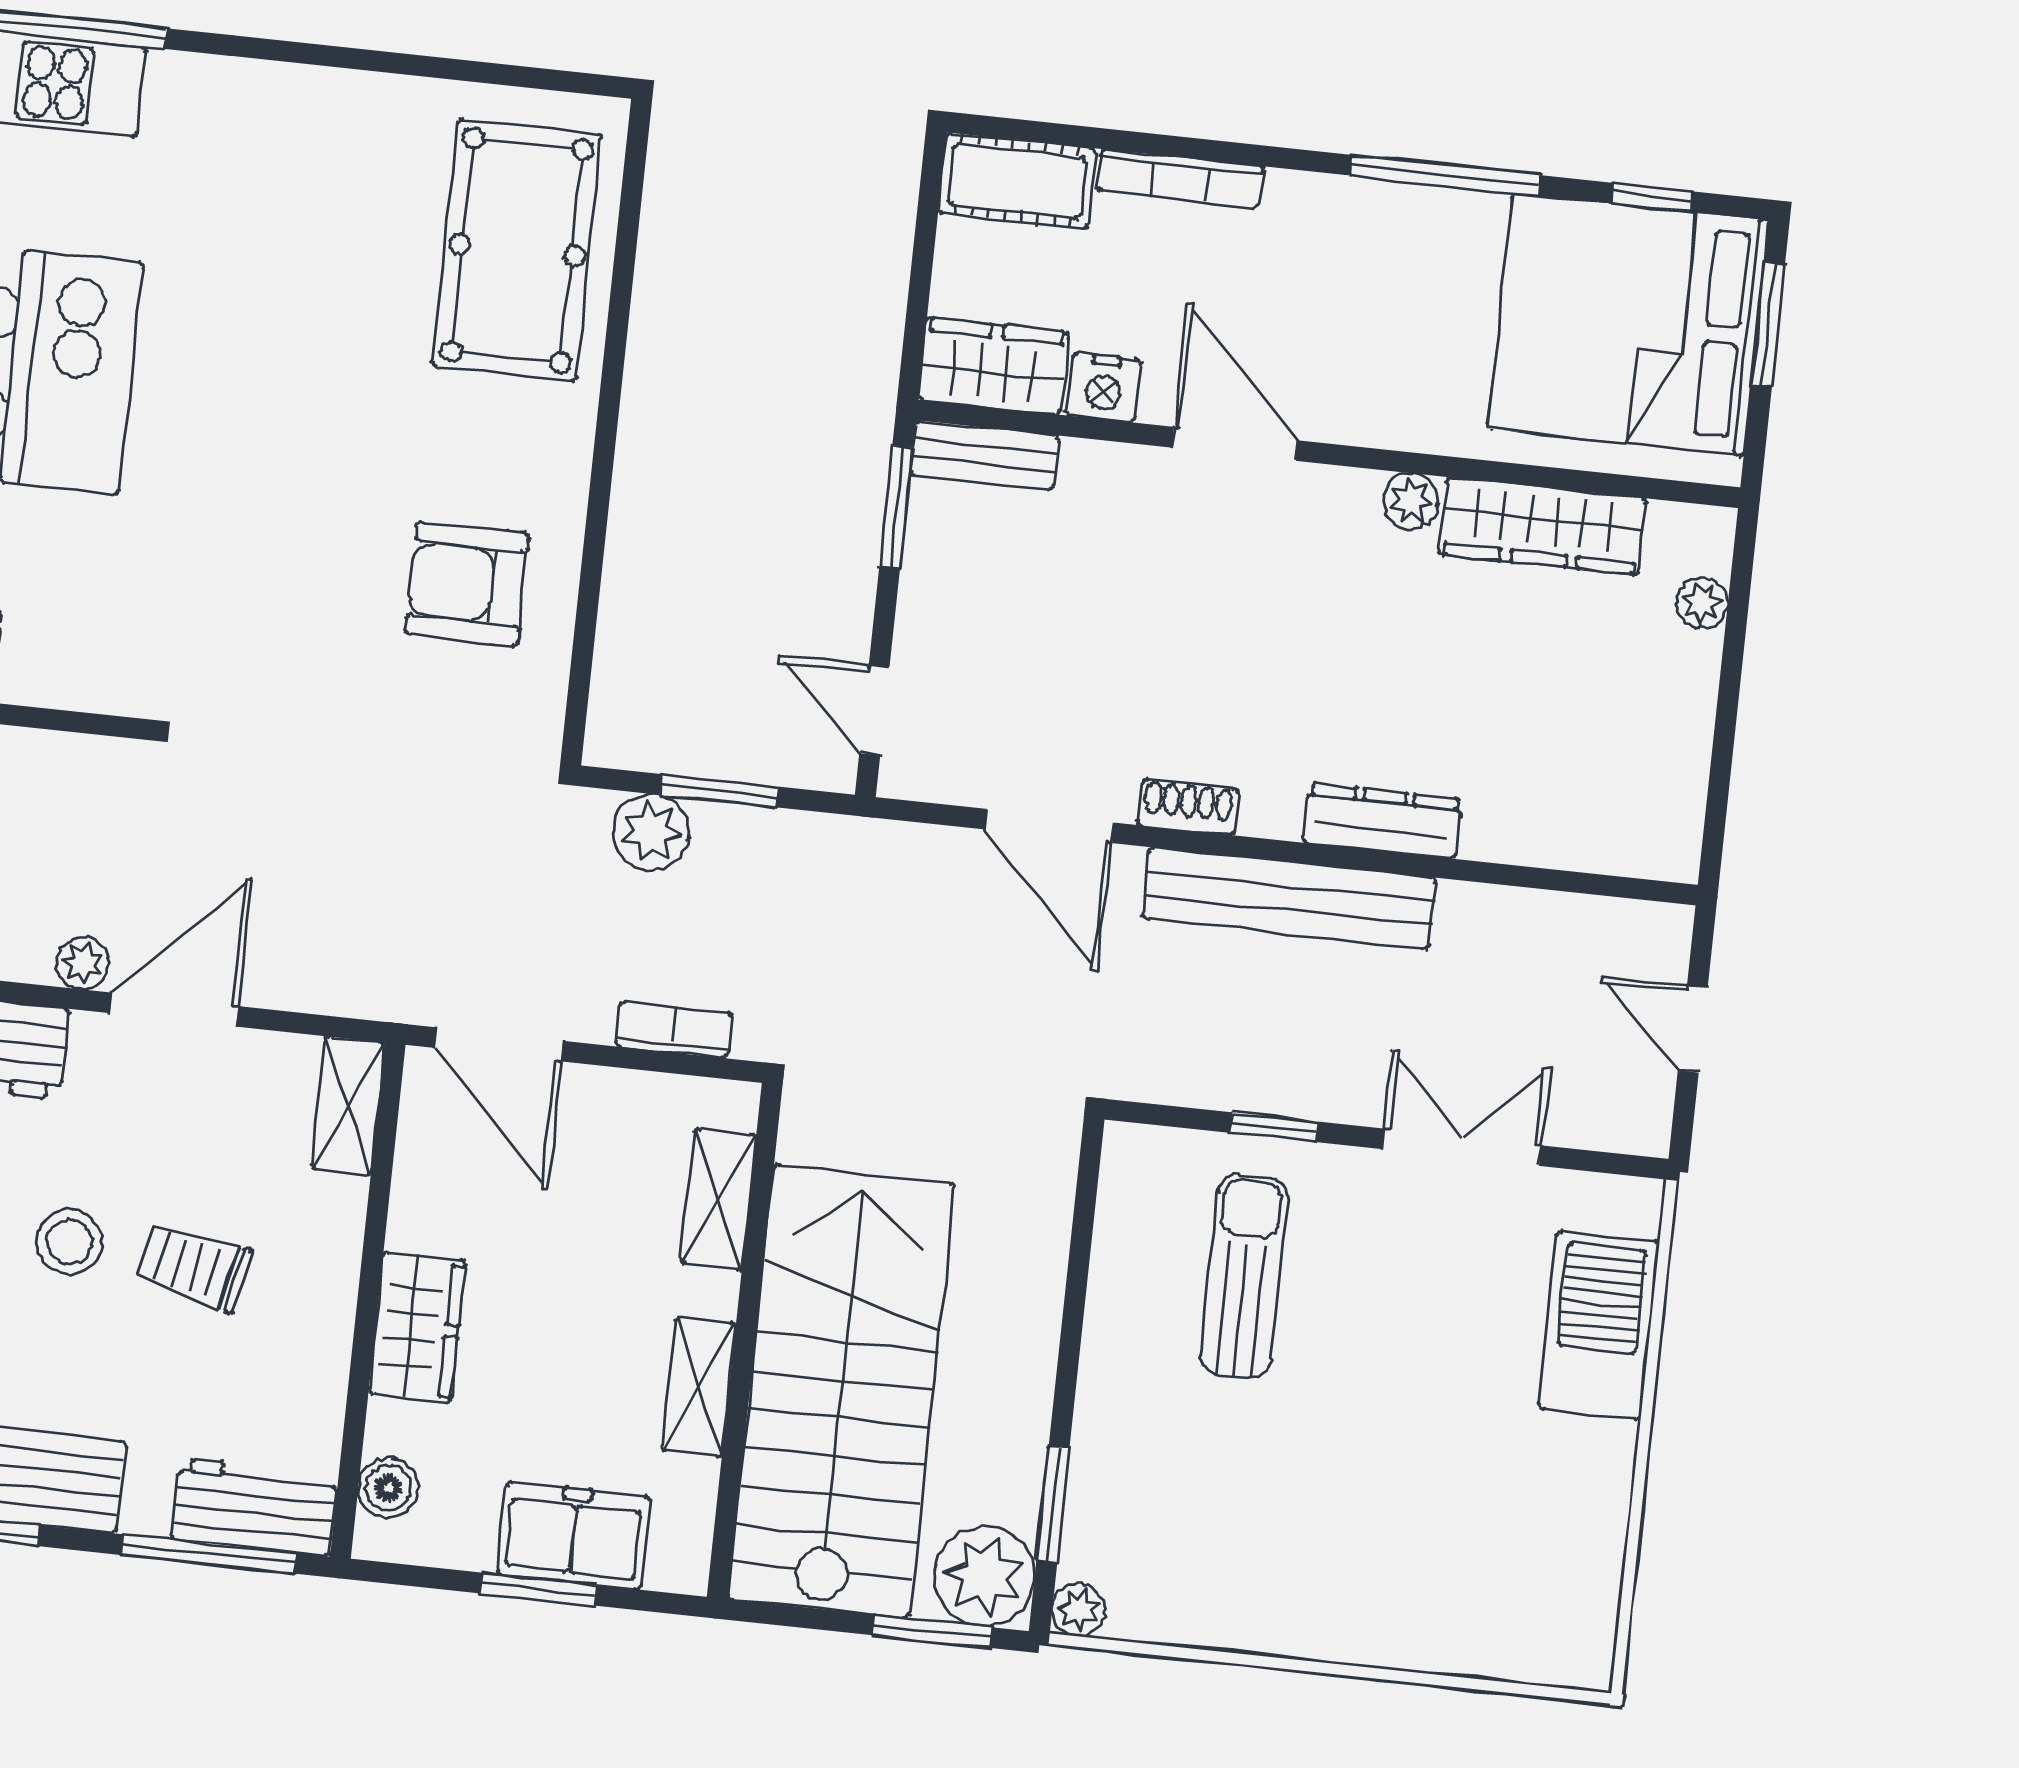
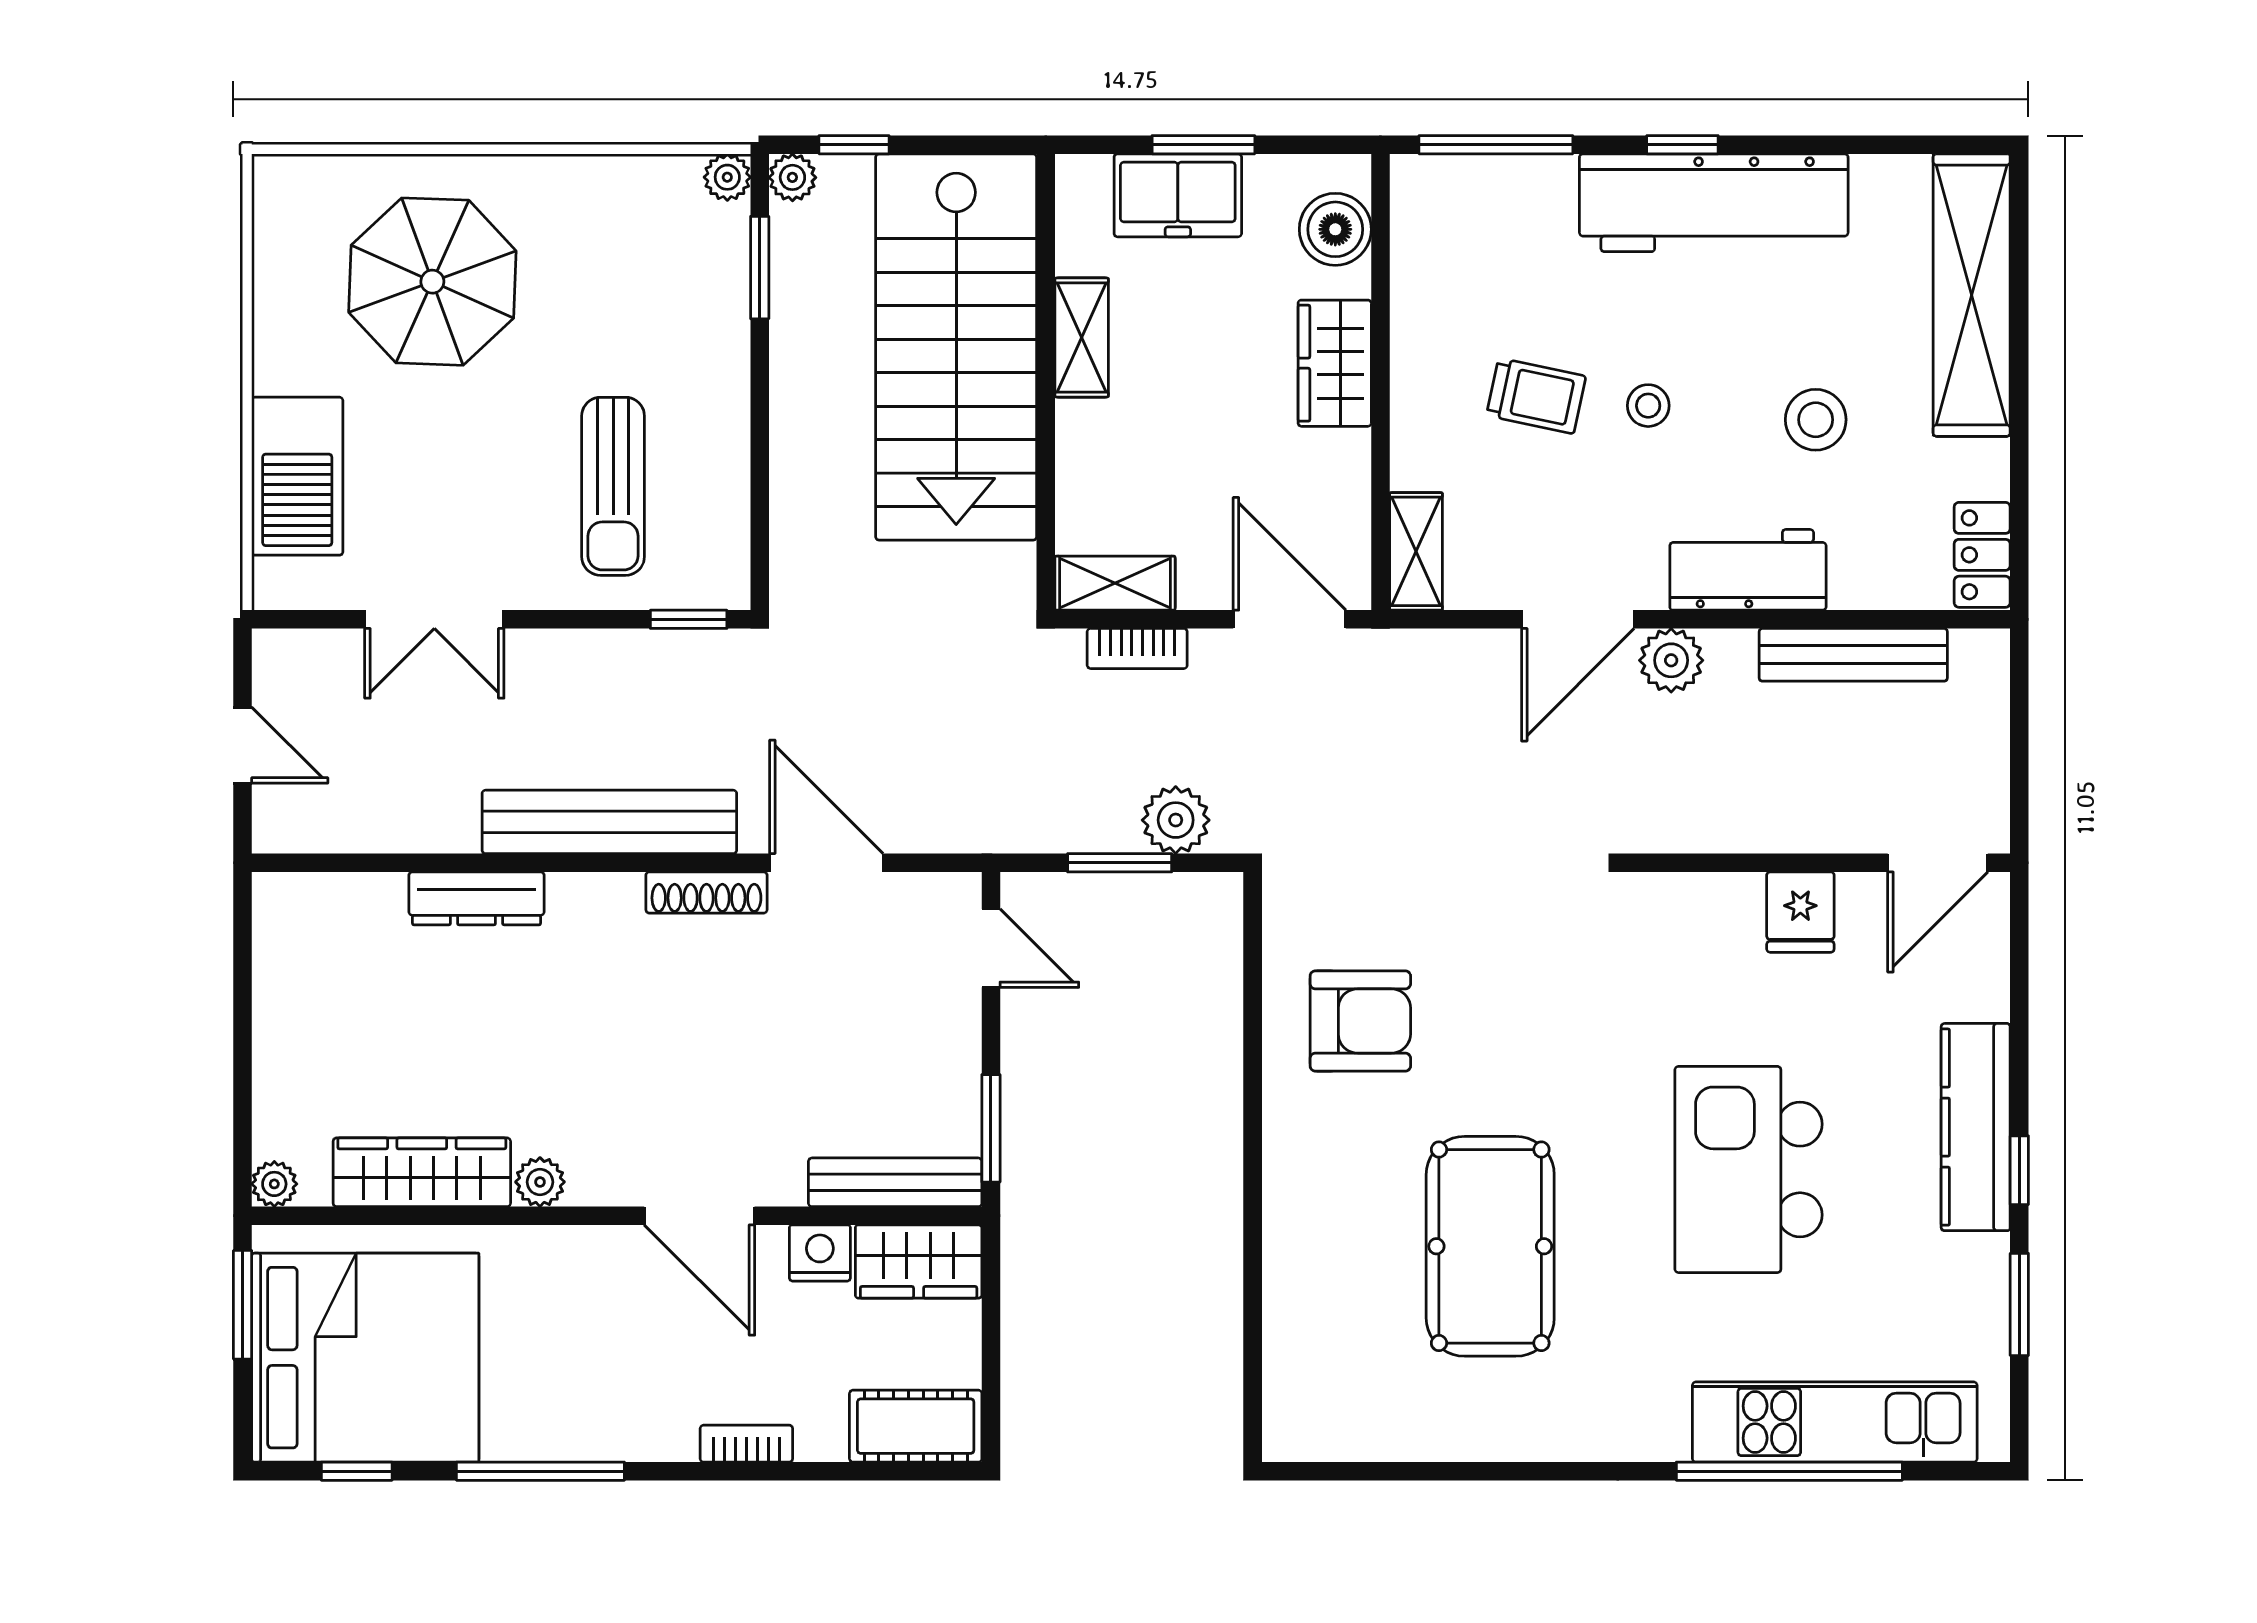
bookcase: (1180, 178) -> (746, 1444), width x0.64
pool table: (517, 250) -> (1490, 1246), moved
window: (1768, 324) -> (243, 1305), moved
bench: (984, 455) -> (895, 1182), width x1.36
plant: (1702, 603) -> (274, 1184), moved
shoe rack: (1188, 807) -> (706, 892), width x1.43
dresser: (1382, 821) -> (477, 898), moved
plant: (83, 963) -> (1671, 660), width x1.38, depth x1.38
window: (1274, 1127) -> (689, 619), moved
shelving: (719, 1199) -> (1115, 583), moved, turned 90
stool: (69, 1242) -> (1648, 406), width x0.73, depth x0.73
boiler: (388, 1488) -> (1335, 229), width x1.36, depth x1.36
workbench: (255, 1507) -> (1460, 190), removed
parasol: (1423, 1528) -> (432, 282), added
plant: (985, 1576) -> (792, 177), width x0.53, depth x0.53
window: (932, 1631) -> (854, 145), width x0.67

